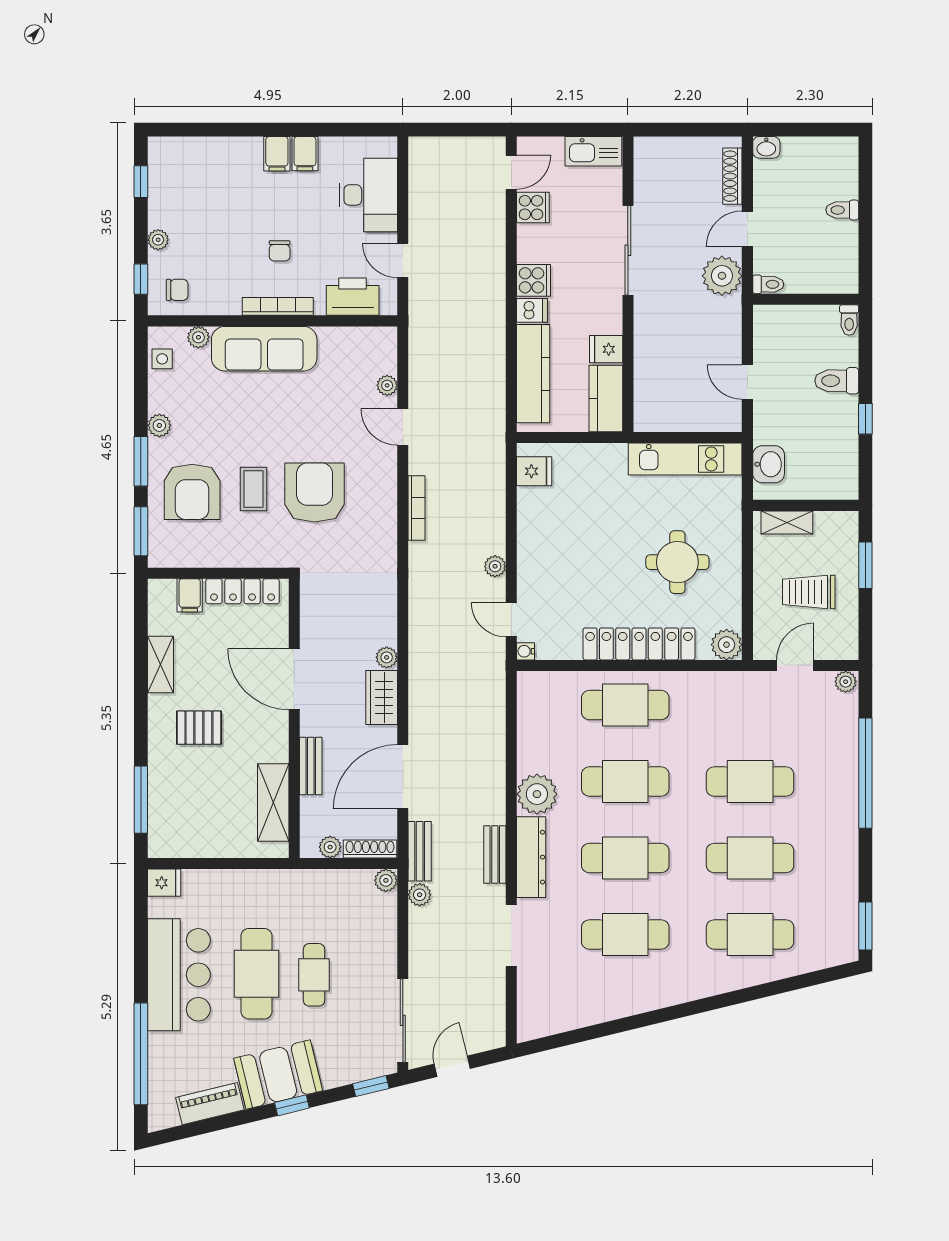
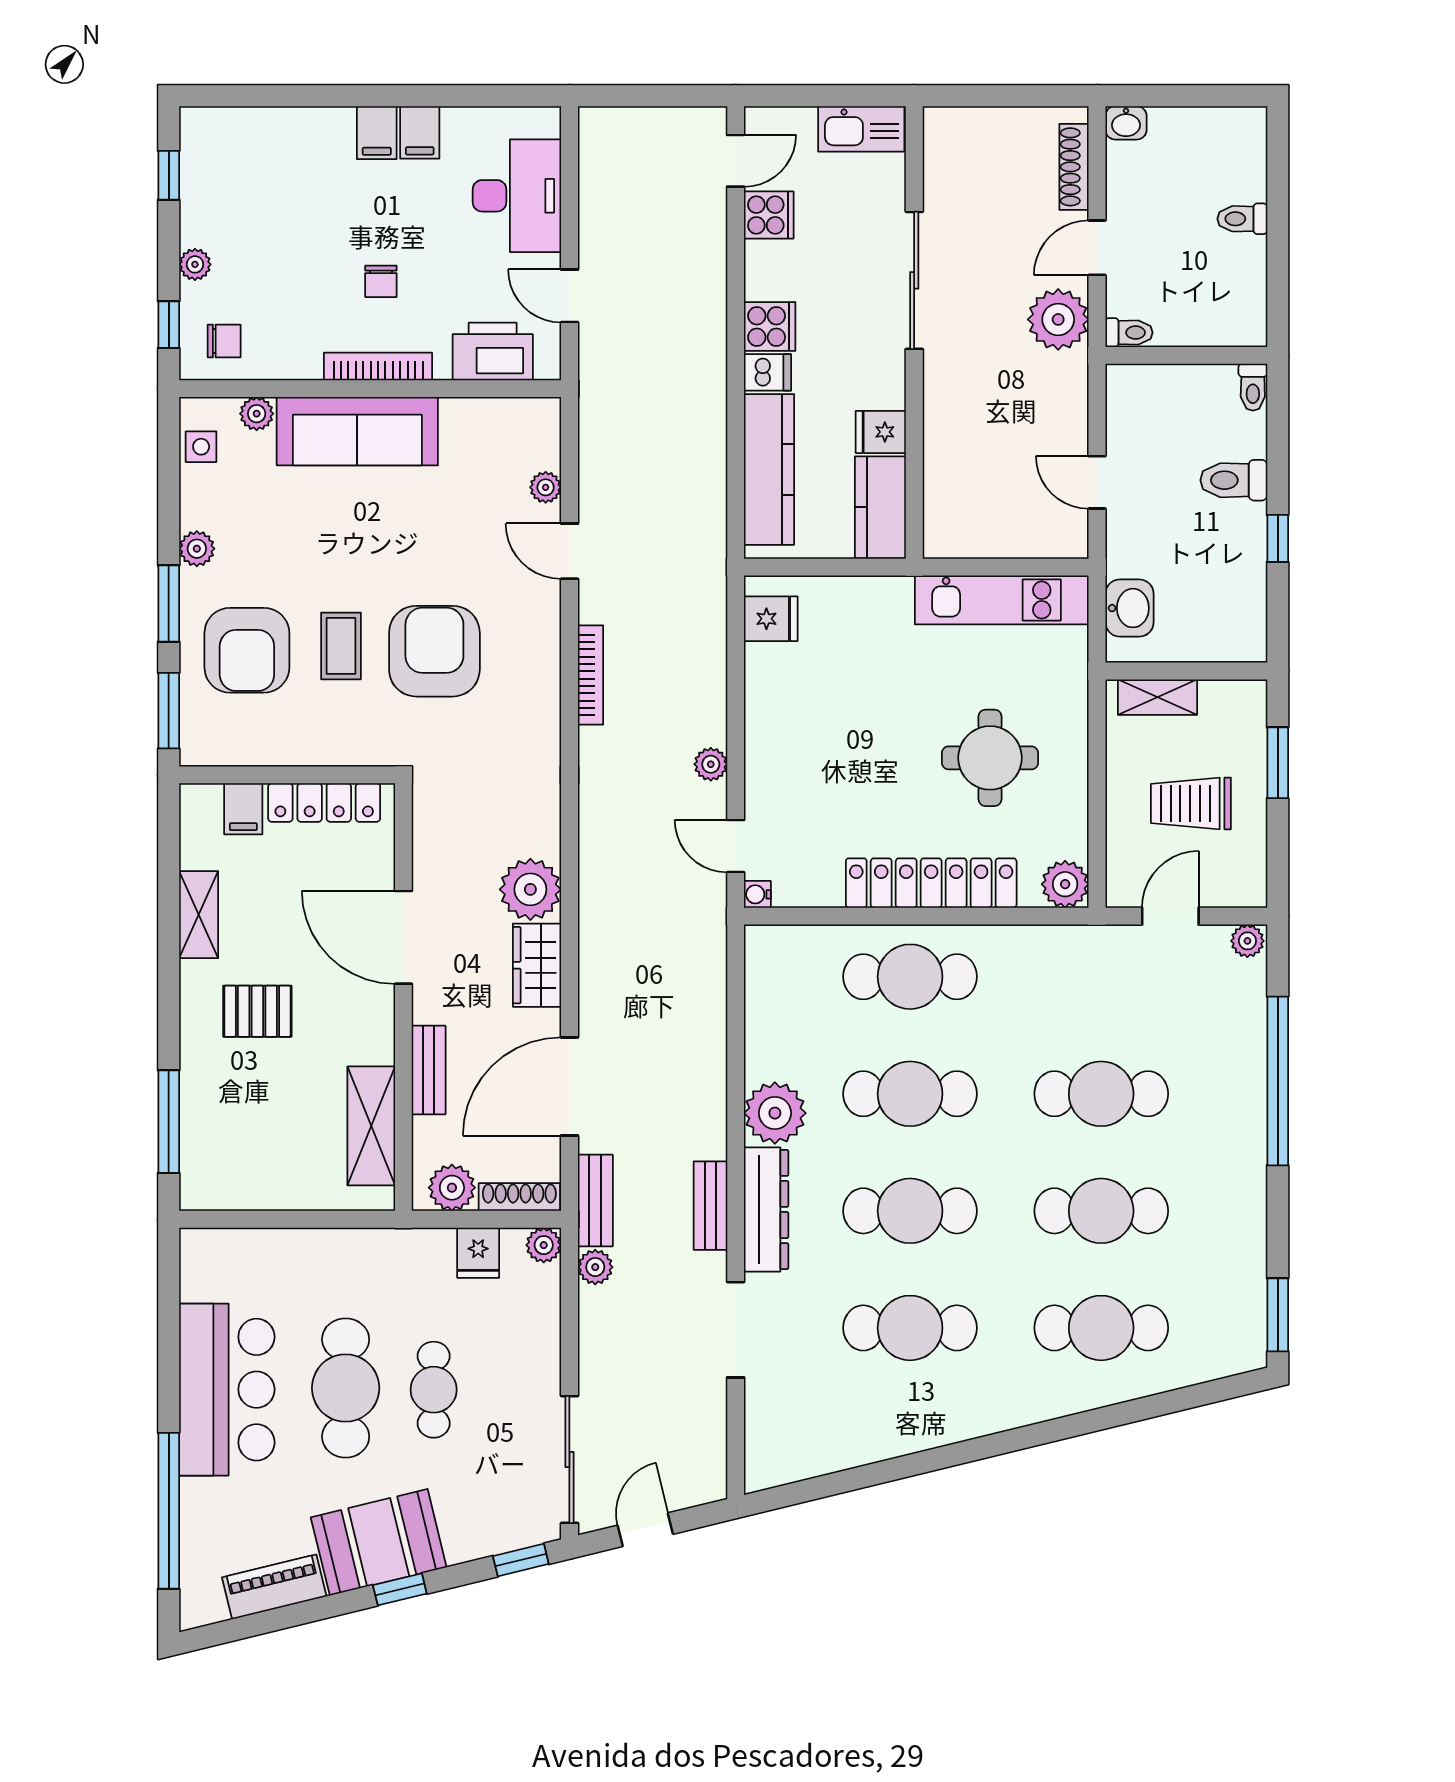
plant: (387, 657) -> (530, 889), width x1.88, depth x1.88
plant: (330, 847) -> (452, 1188), width x1.38, depth x1.38
fridge: (164, 883) -> (478, 1253), moved, turned 90

